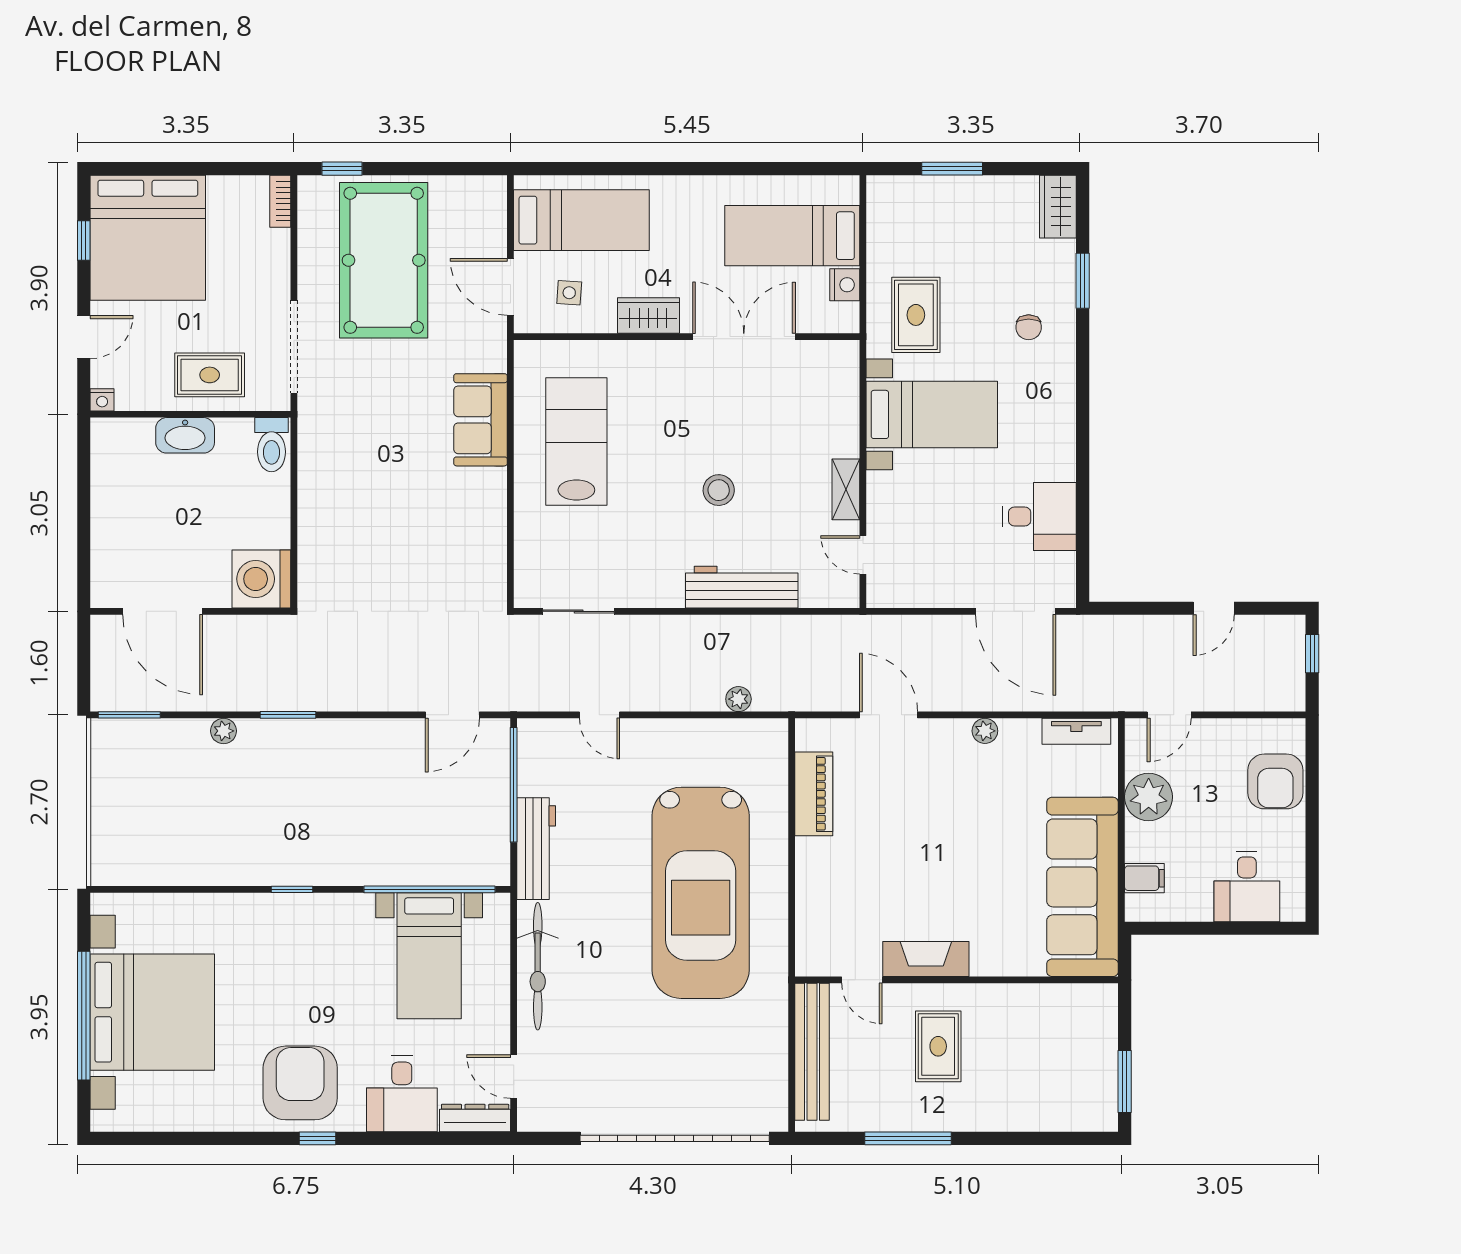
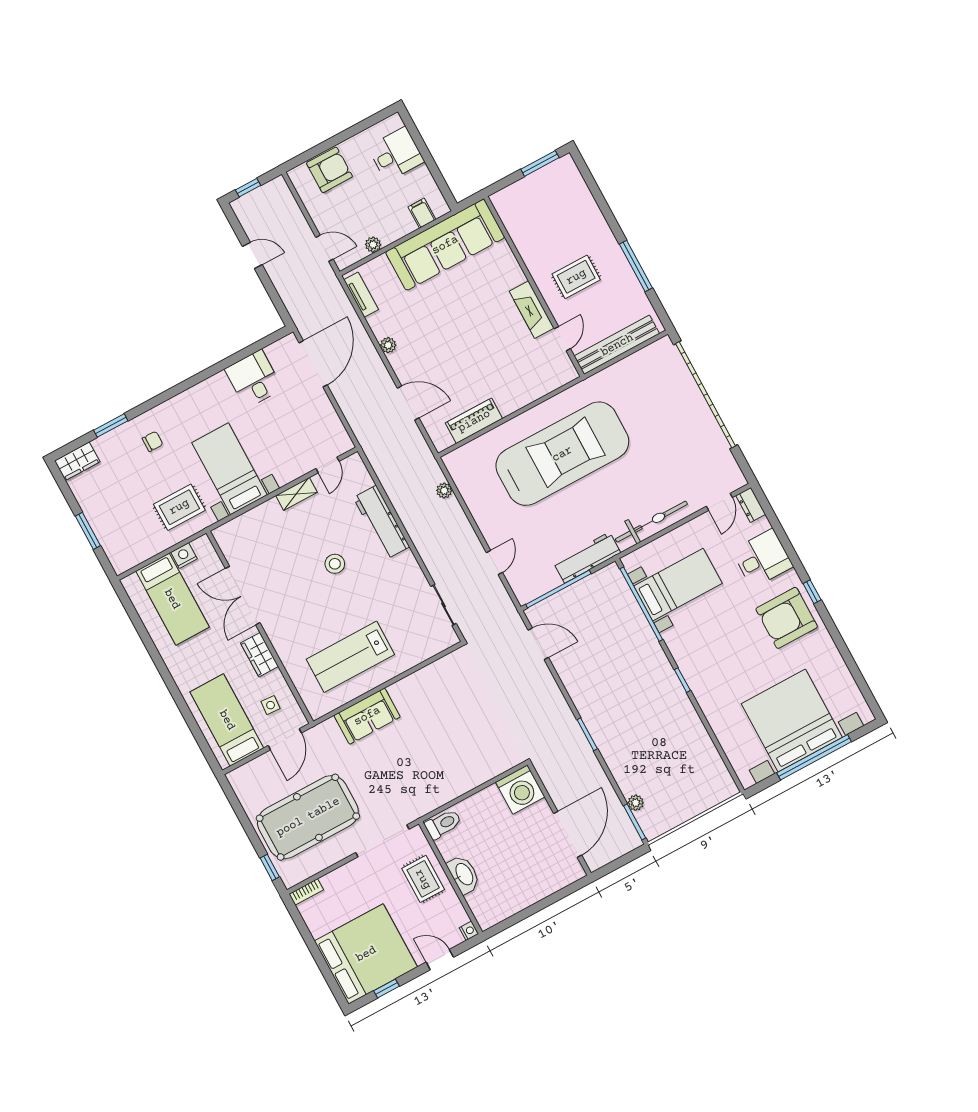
door: (889, 715) -> (408, 403), swing flipped
plant: (224, 731) -> (636, 803), moved
plant: (1149, 797) -> (373, 245), width x0.53, depth x0.53
dresser: (475, 1118) -> (751, 505), width x0.70

